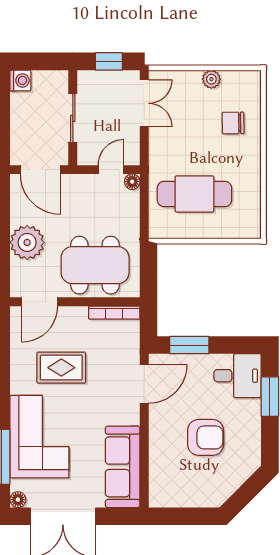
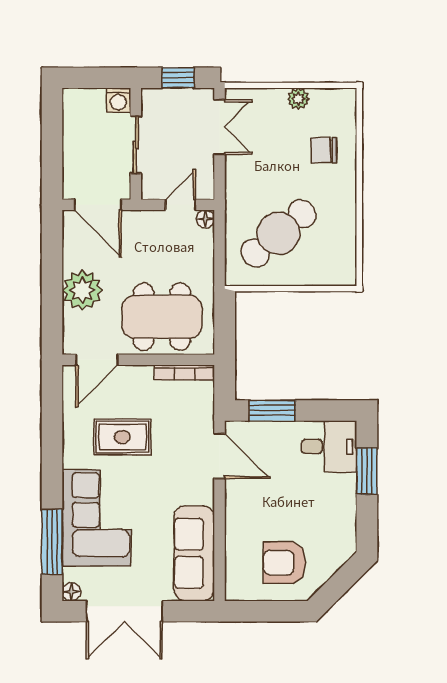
washing machine: (20, 80) -> (118, 100), moved, turned 90
cafe table: (194, 194) -> (278, 233), turned -40
door: (144, 384) -> (220, 456), hinge flipped
armchair: (206, 437) -> (284, 563), moved, turned 180

